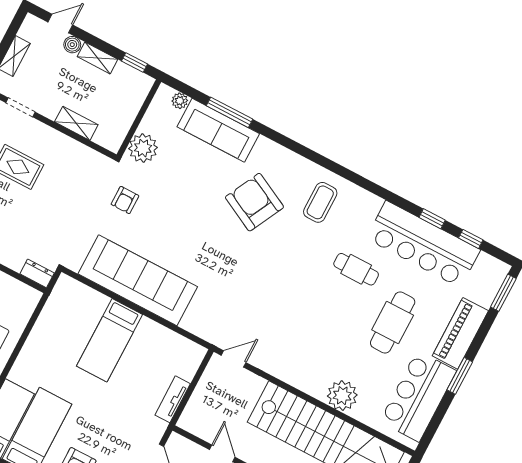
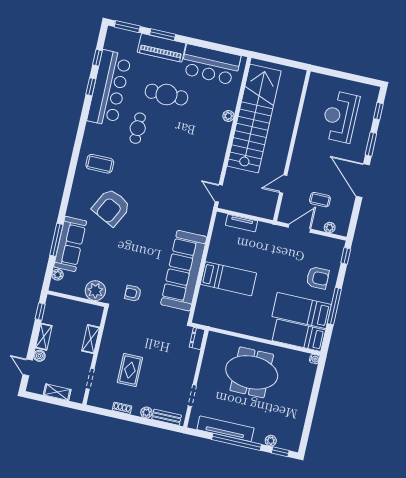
armchair: (125, 200) -> (133, 293), turned 180
window: (460, 376) -> (163, 35), moved
plant: (342, 396) -> (228, 116), width x0.53, depth x0.53
tv unit: (173, 399) -> (242, 223), moved

